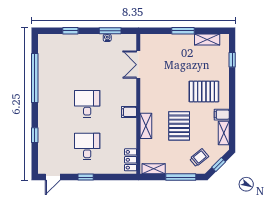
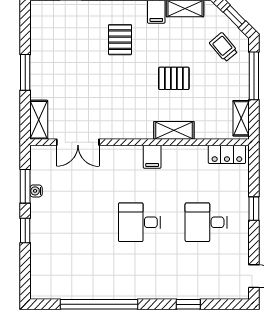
window: (70, 31) -> (25, 231), moved
shelving: (207, 39) -> (39, 120), moved
pallet: (204, 91) -> (120, 40), width x0.67, depth x0.71
pallet: (179, 126) -> (174, 78), width x0.67, depth x0.71
window: (86, 177) -> (254, 209), moved

